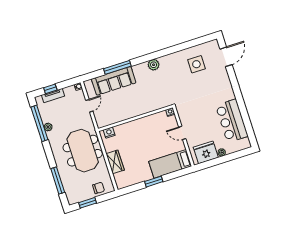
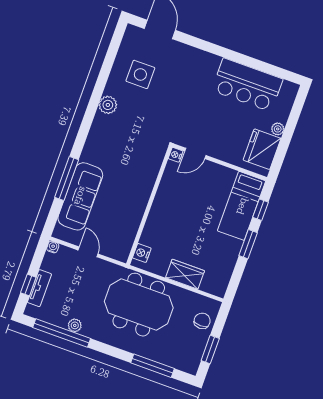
plant: (154, 65) -> (108, 105), moved
door: (182, 133) -> (195, 153), moved
window: (175, 175) -> (260, 210), added

